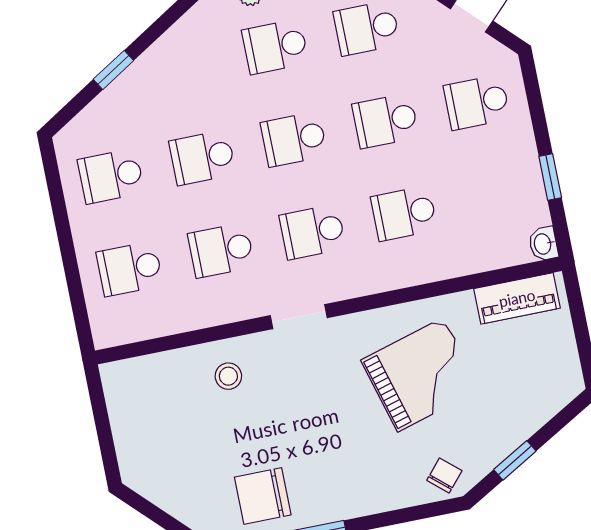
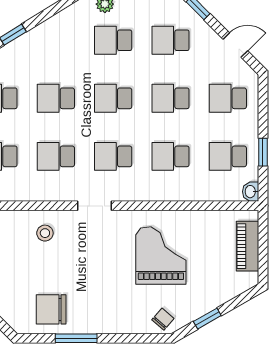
school desk: (495, 195) -> (228, 156), added
piano: (517, 298) -> (247, 246), moved, turned 90
grand piano: (421, 375) -> (161, 255), turned -74

